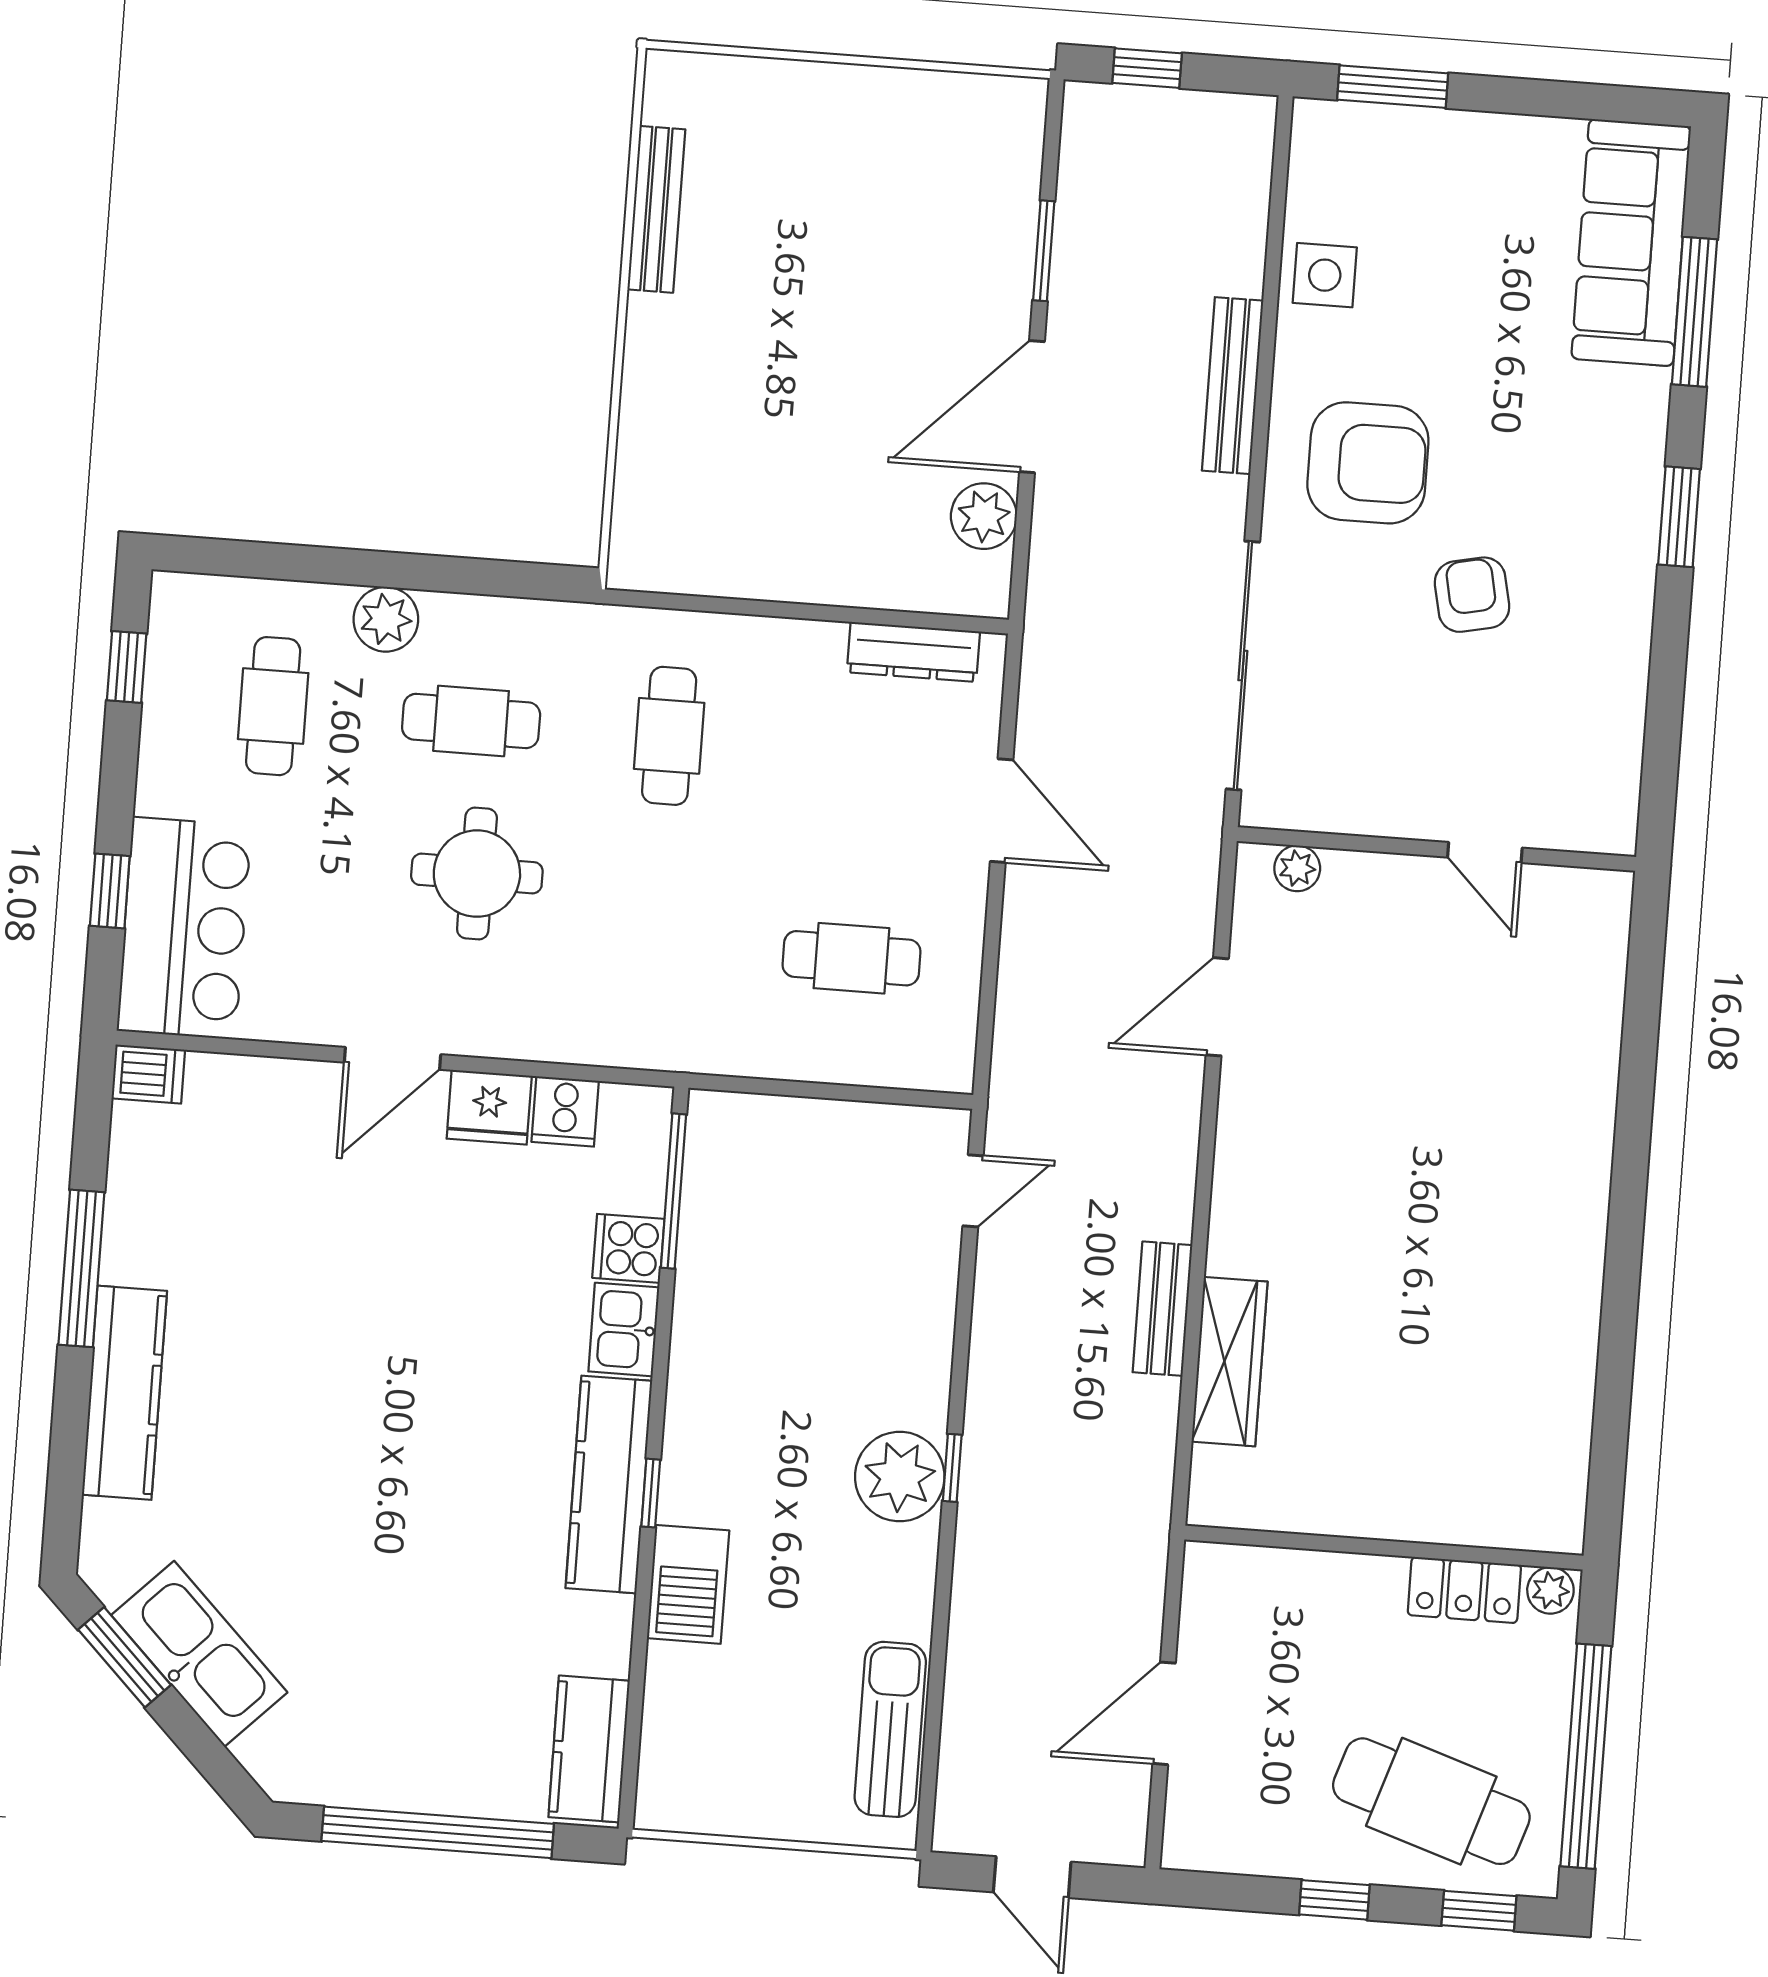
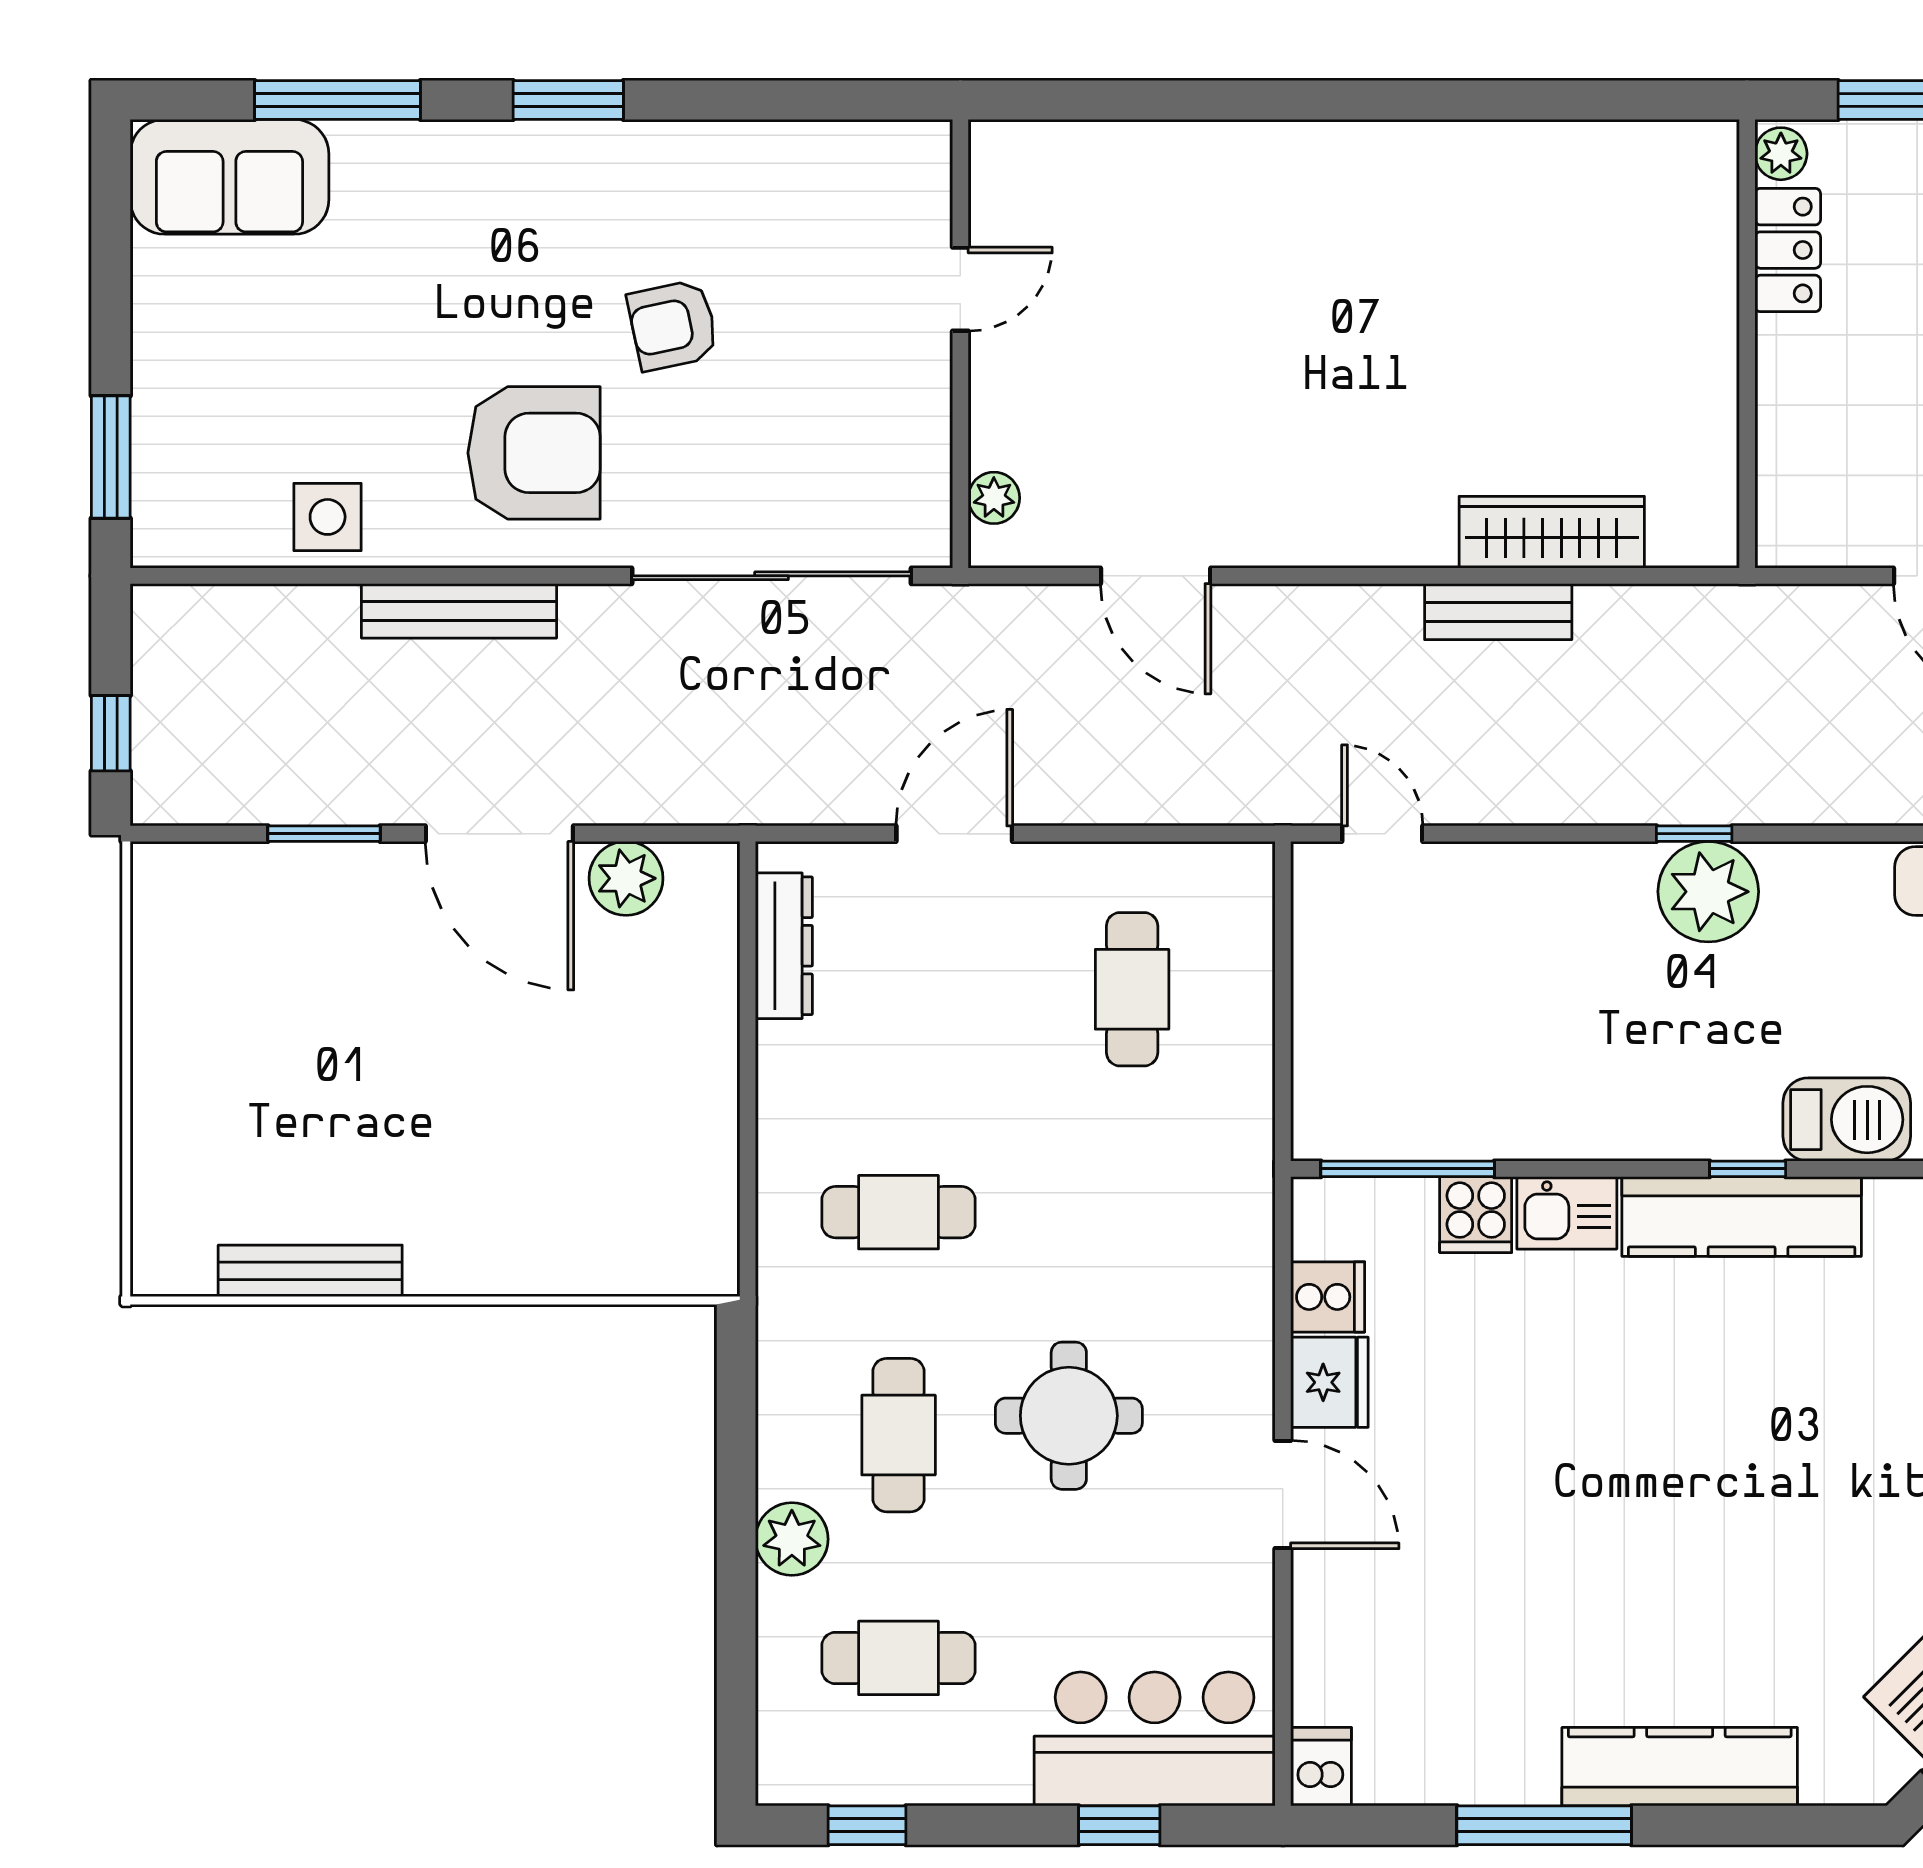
sofa: (1631, 243) -> (229, 177), width x0.73
armchair: (1368, 463) -> (534, 453), turned 90

